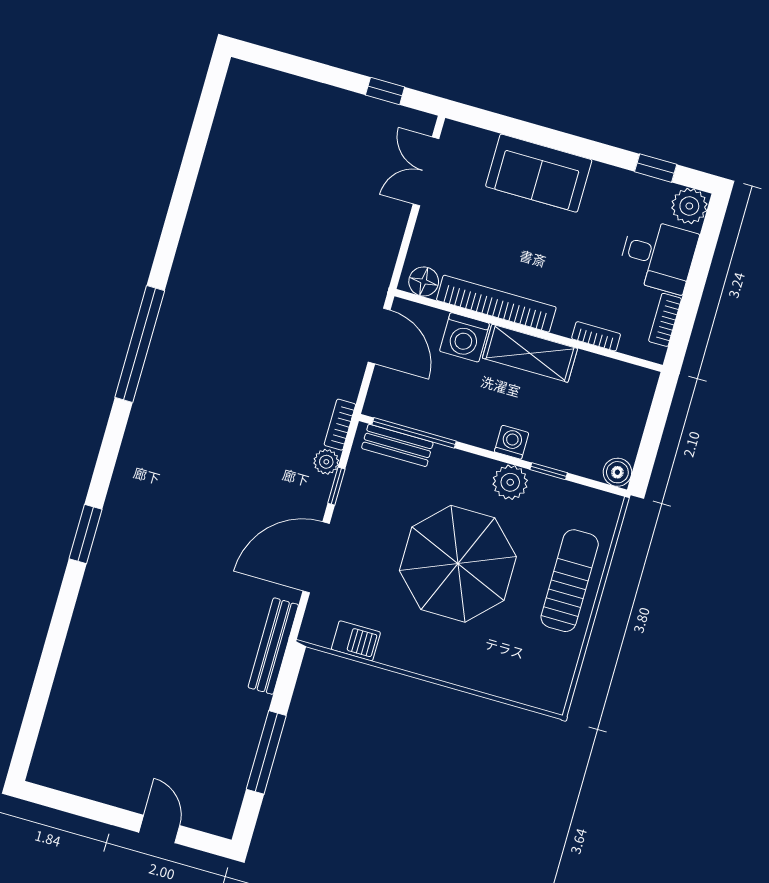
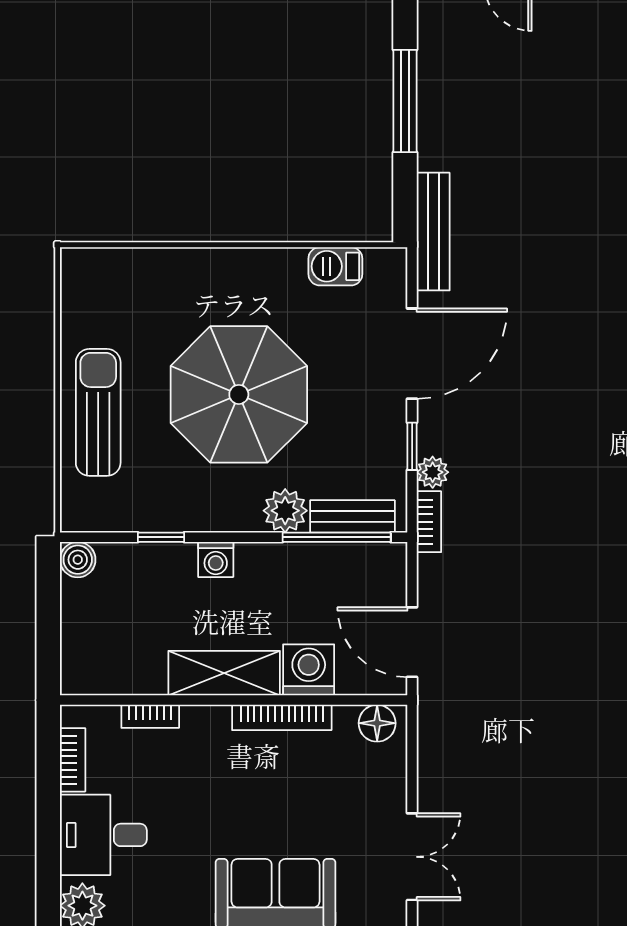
bookcase: (496, 304) -> (282, 717), width x0.68, depth x0.76
plant: (510, 482) -> (285, 511), moved
sun lounger: (570, 581) -> (98, 412), turned 180

